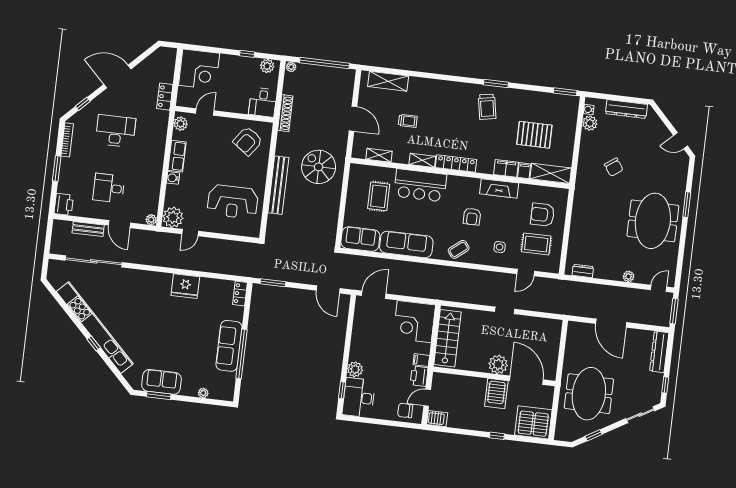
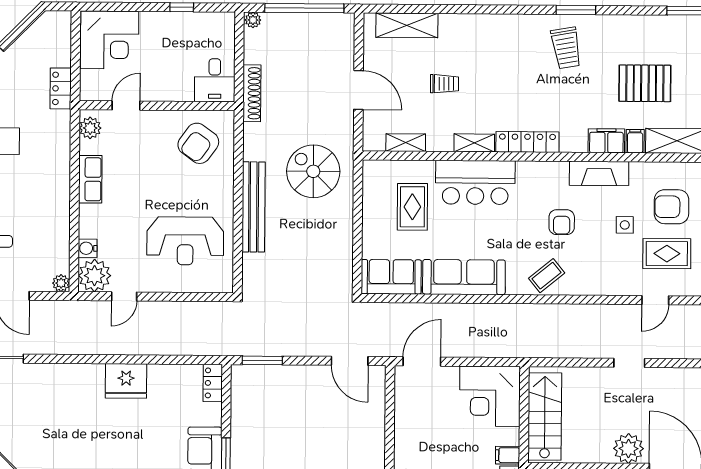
plant: (267, 66) -> (215, 23), removed
water cooler: (173, 178) -> (88, 248), moved
side table: (500, 247) -> (625, 225), moved

